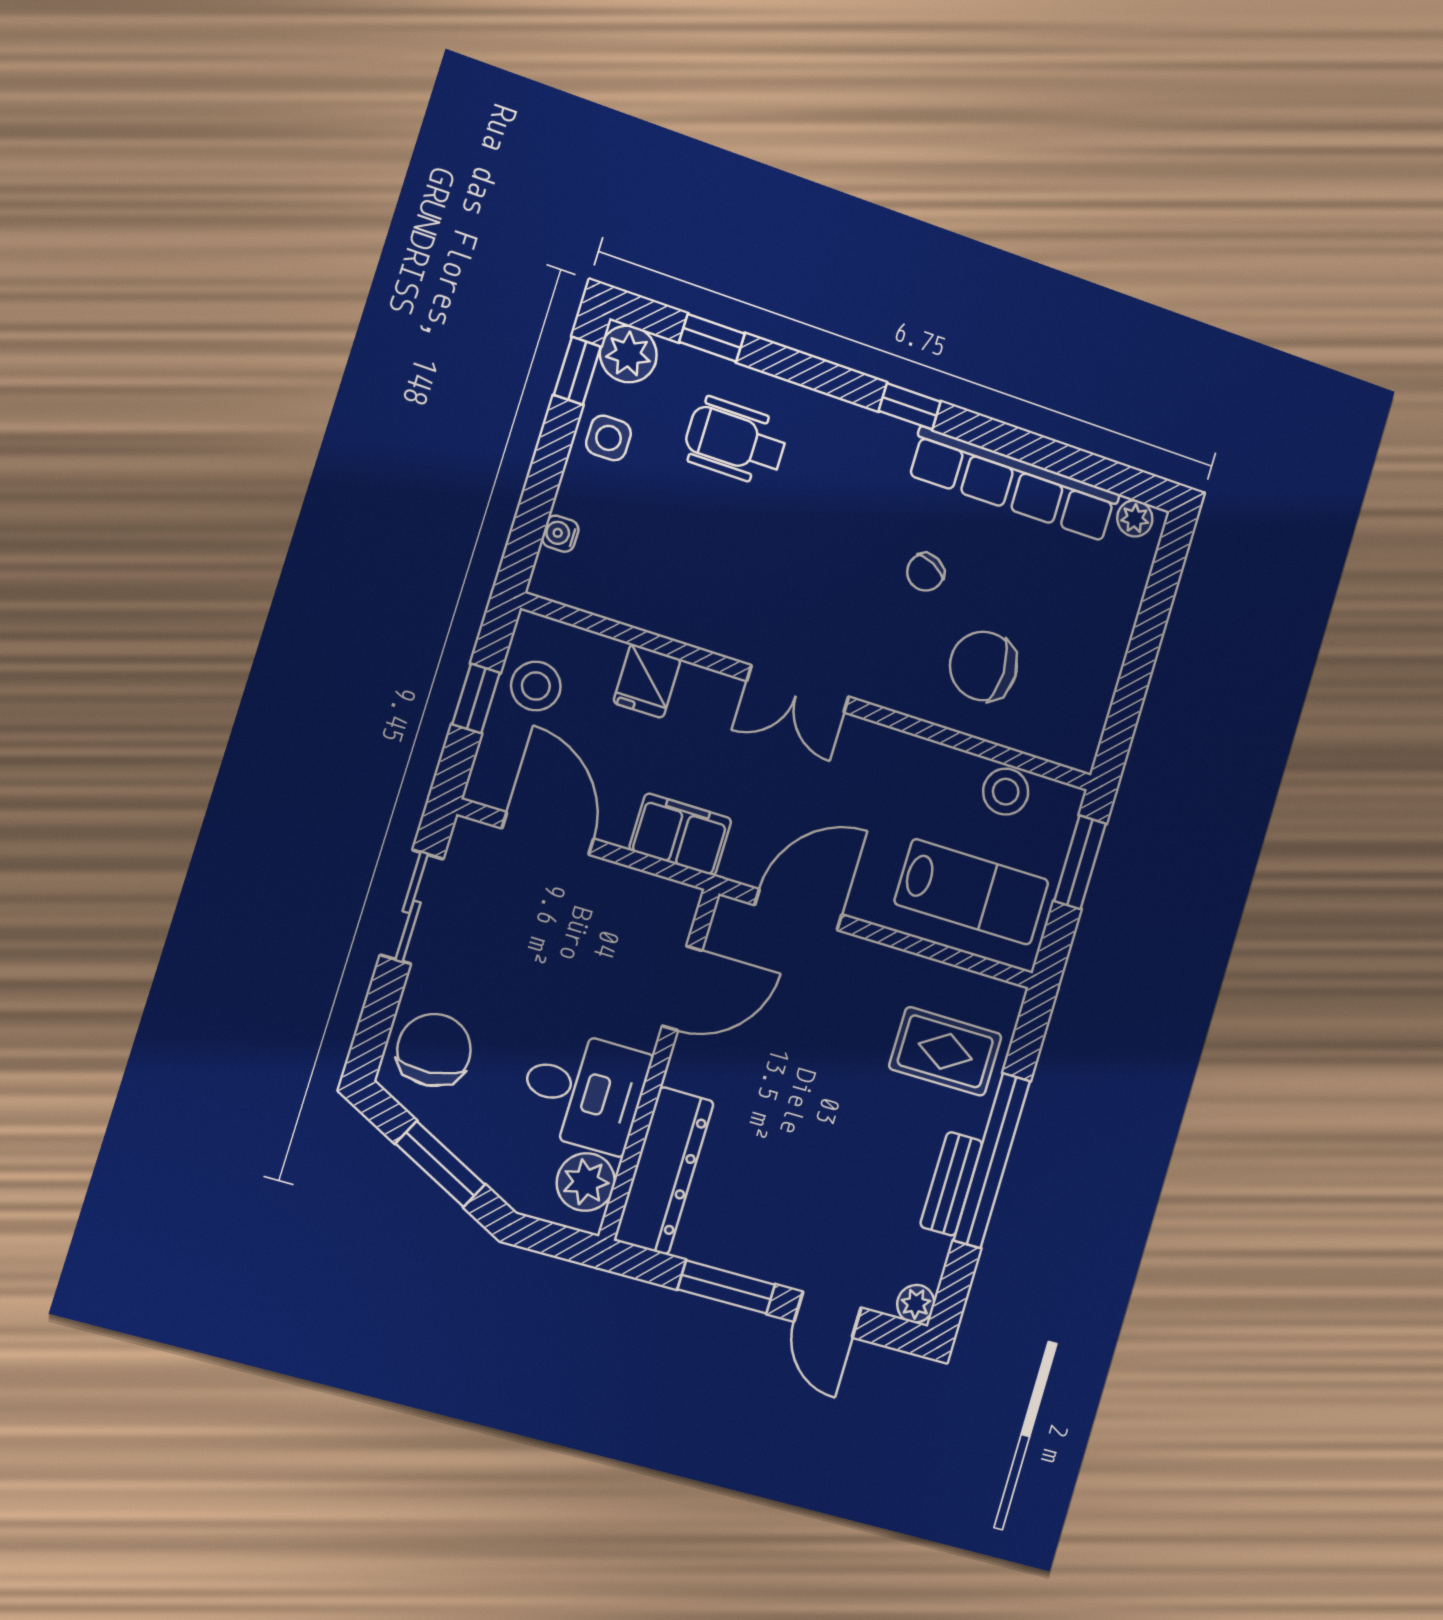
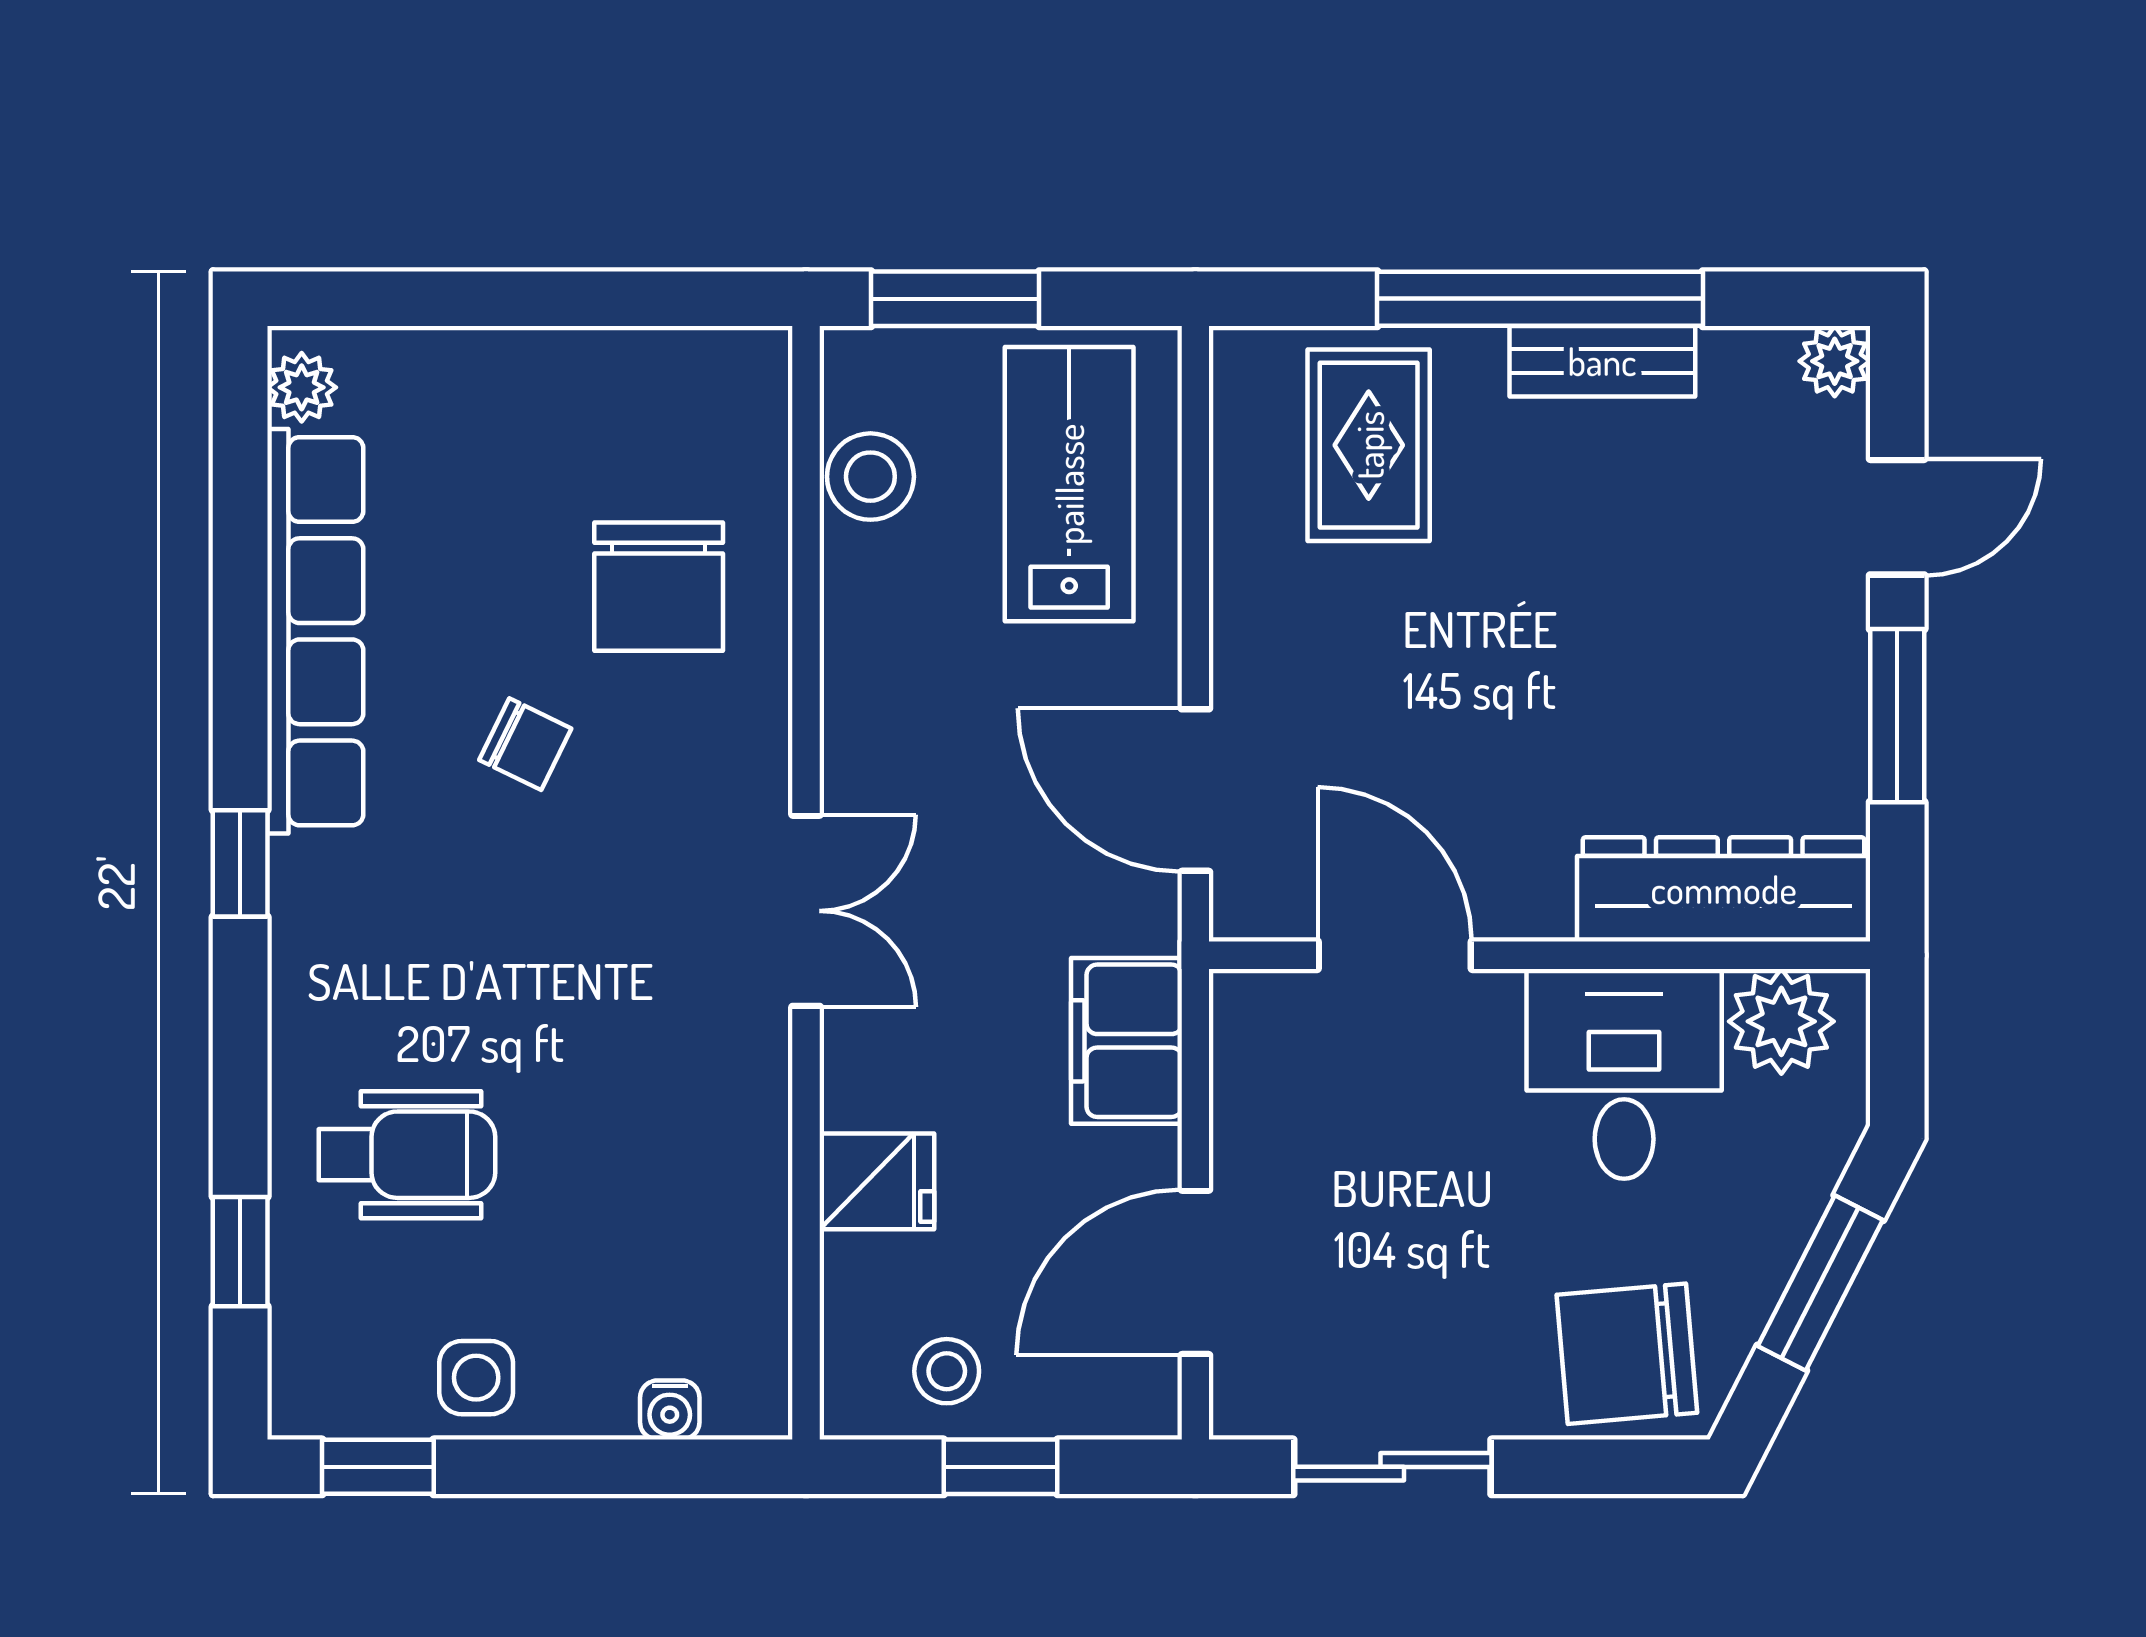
plant: (628, 354) -> (319, 1388), removed
wheelchair: (736, 441) -> (407, 1155), turned -90
stool: (536, 686) -> (947, 1371), width x0.73, depth x0.73

